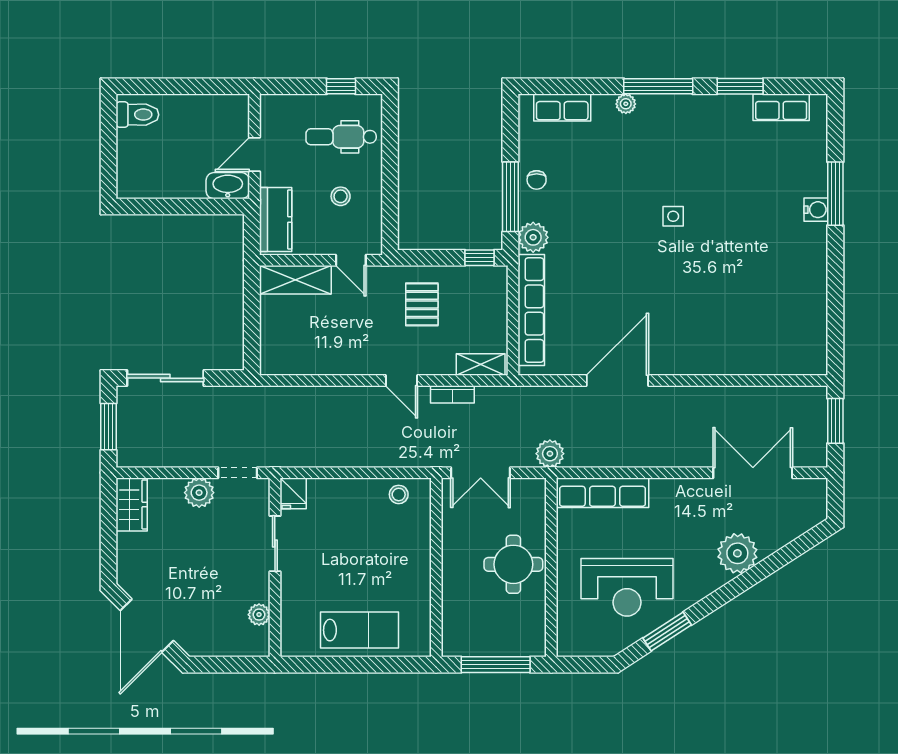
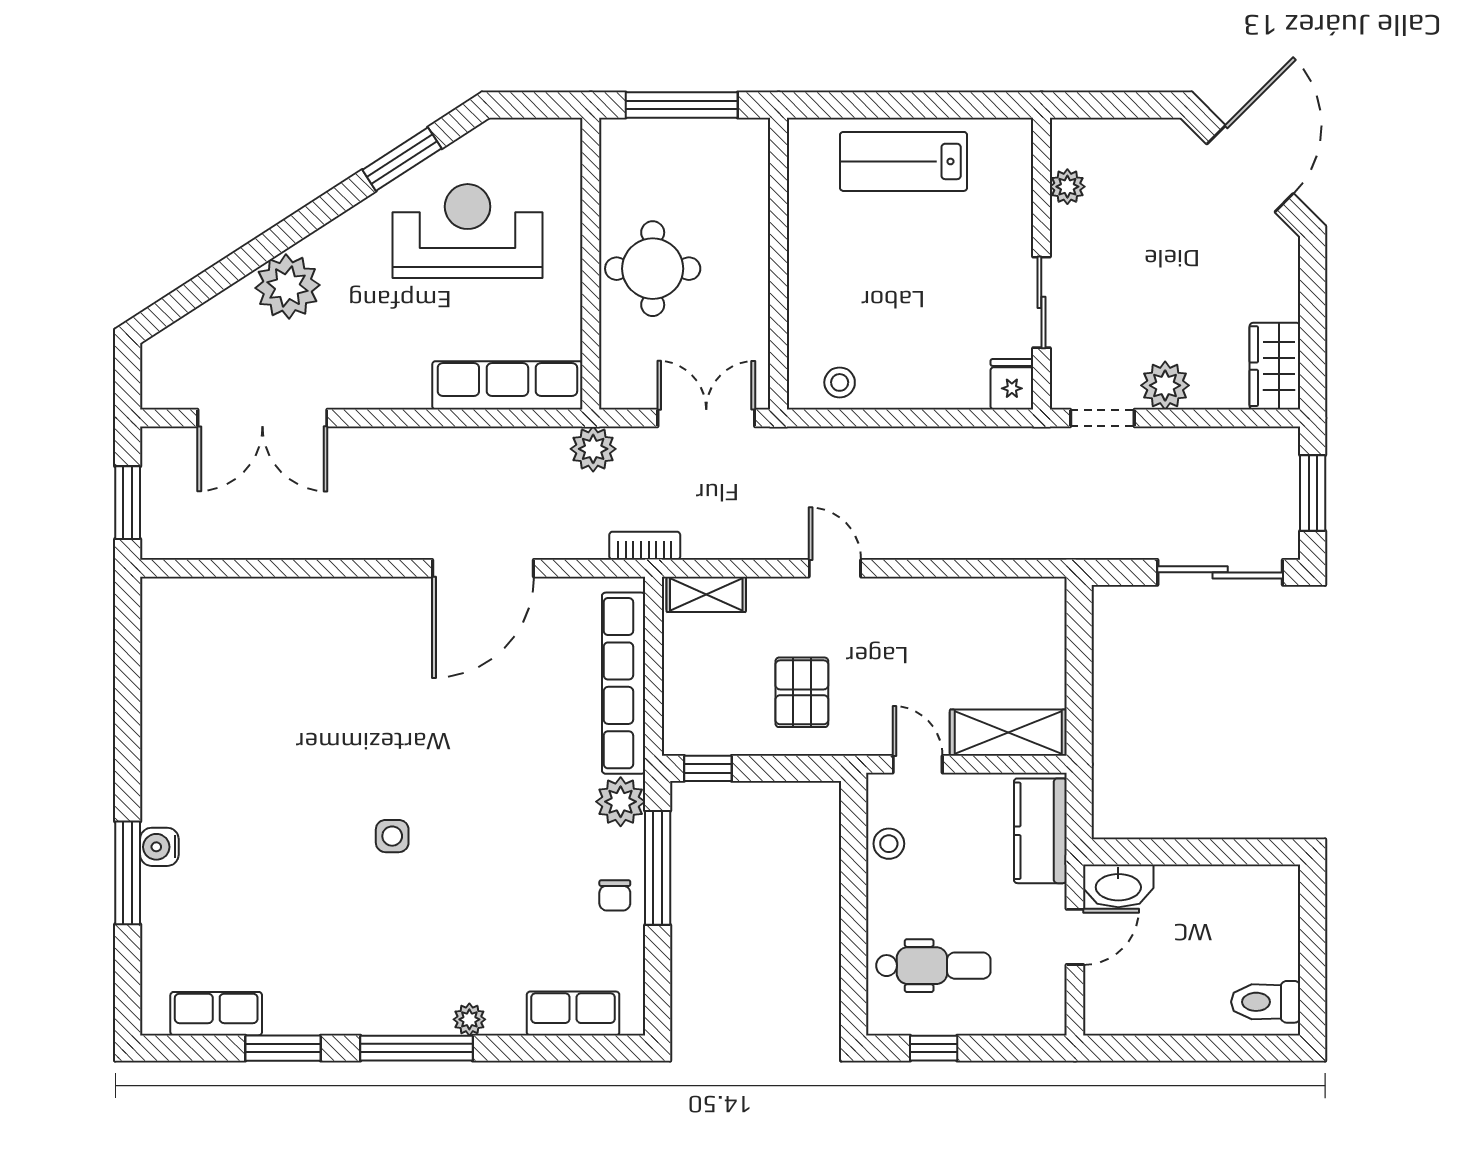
chair: (537, 180) -> (615, 895), turned 180
stool: (341, 196) -> (889, 844), moved
bookcase: (452, 394) -> (645, 546), moved

